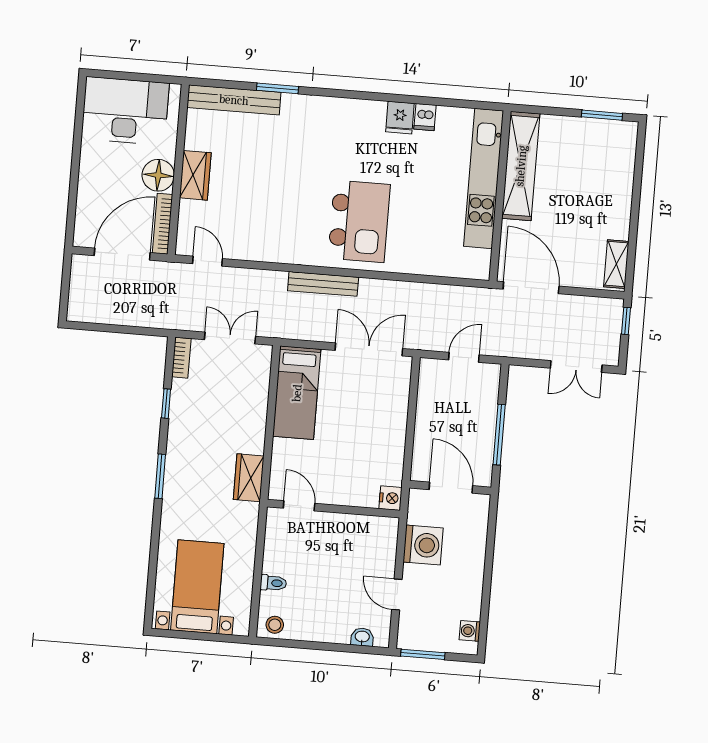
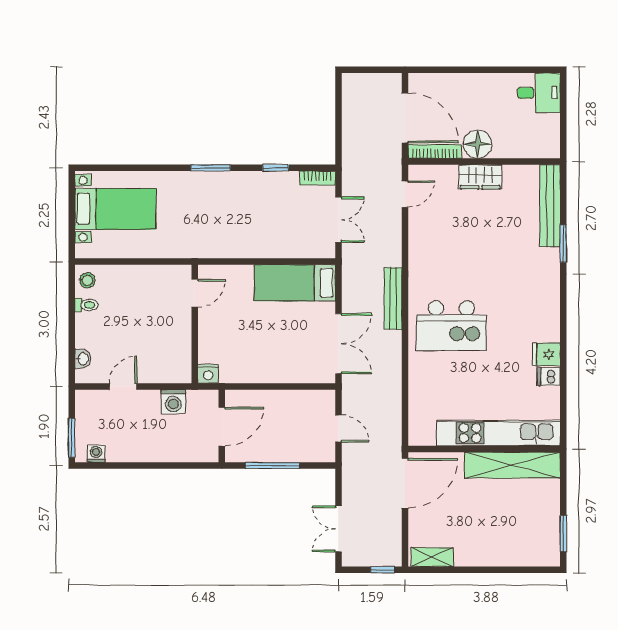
desk: (125, 111) -> (539, 93), width x0.53, depth x0.77
wardrobe: (249, 478) -> (216, 246), removed
washing machine: (423, 545) -> (173, 402), width x0.73, depth x0.73
toilet: (273, 583) -> (86, 305), moved, turned -90
window: (423, 654) -> (72, 438), moved

